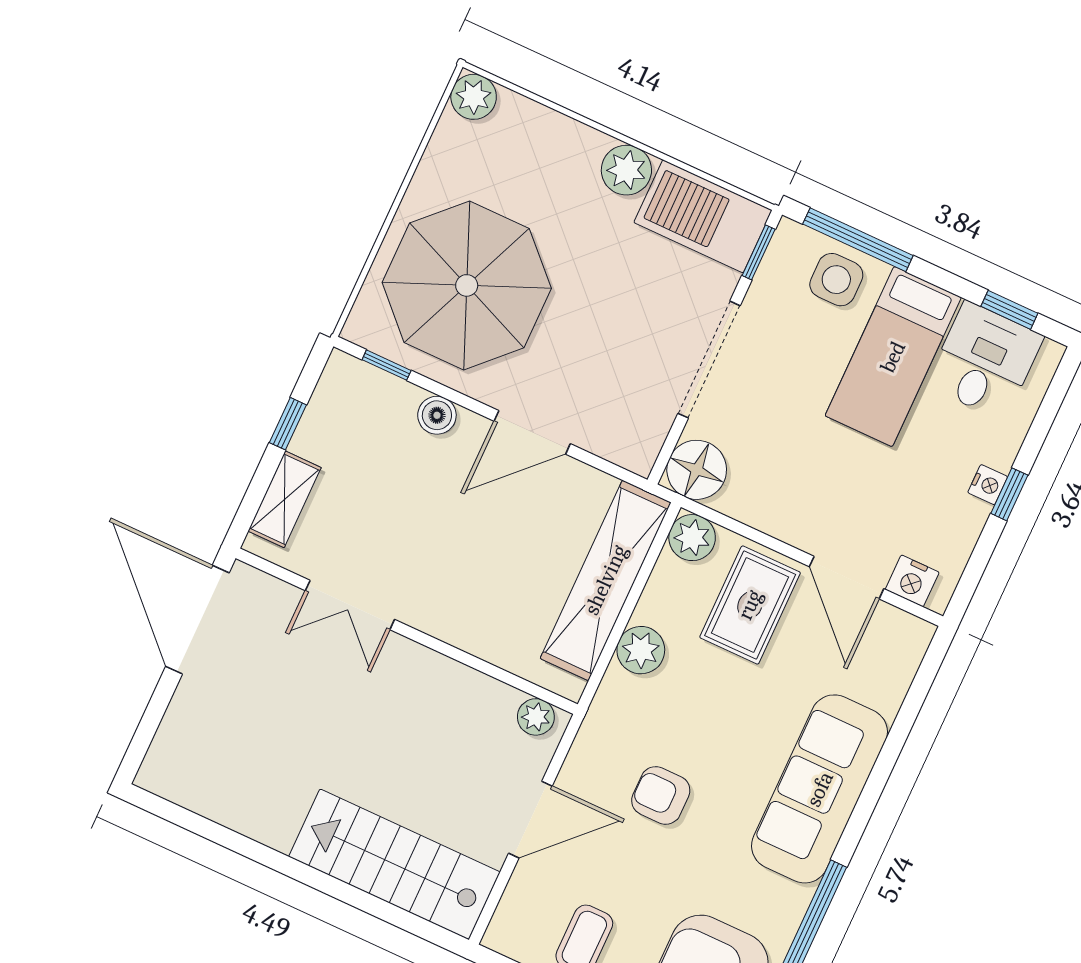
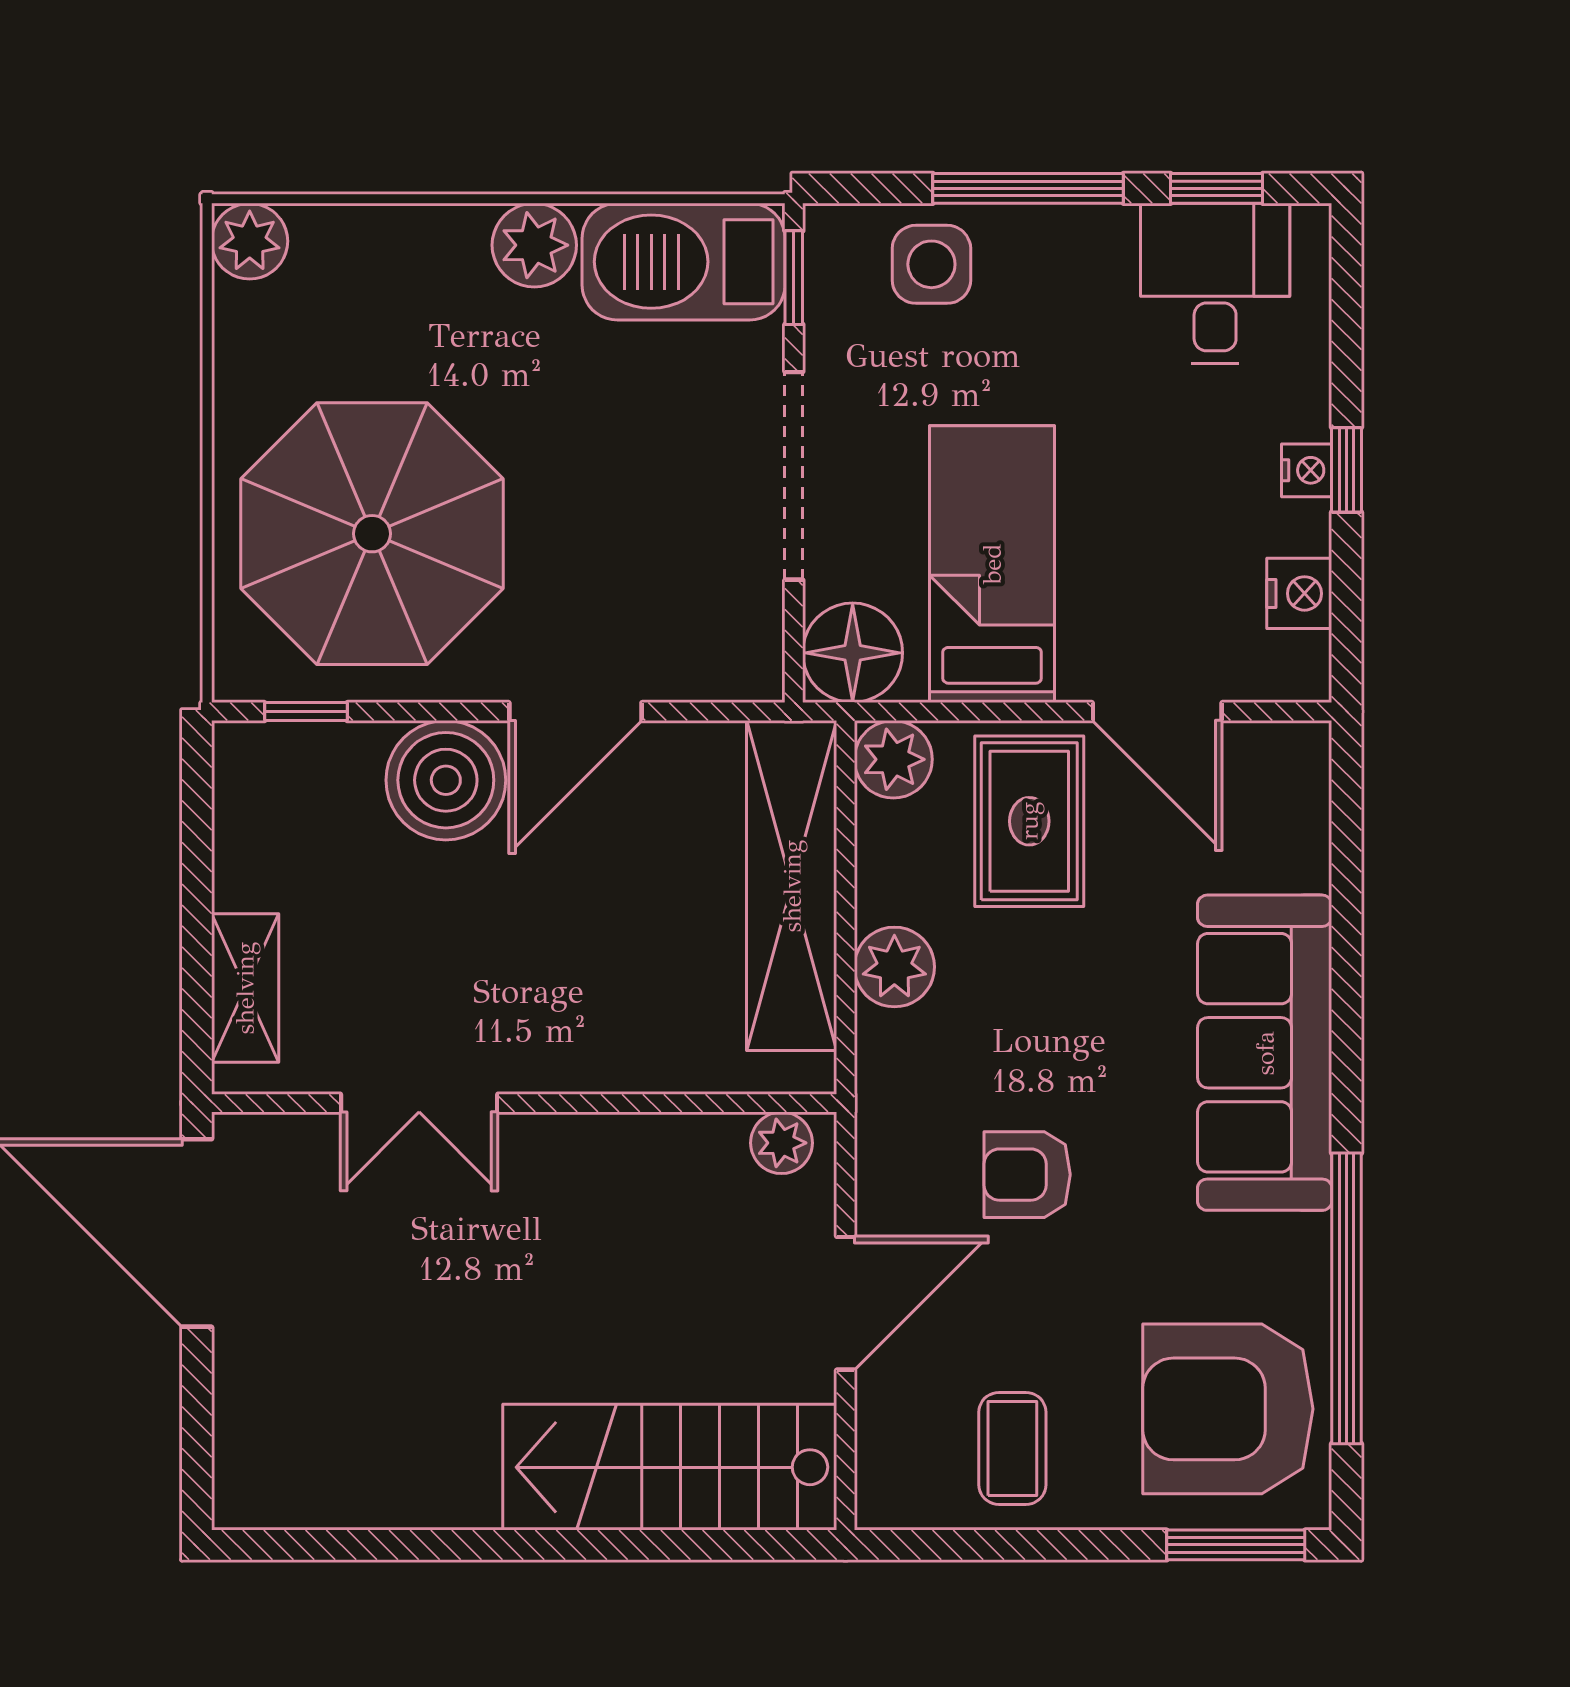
window: (858, 240) -> (1028, 188), moved
bed: (893, 357) -> (992, 564), moved, turned 180
boiler: (437, 415) -> (446, 780), width x1.86, depth x1.86
window: (288, 424) -> (197, 870), removed
nightstand: (912, 581) -> (1299, 593), moved, turned -90

